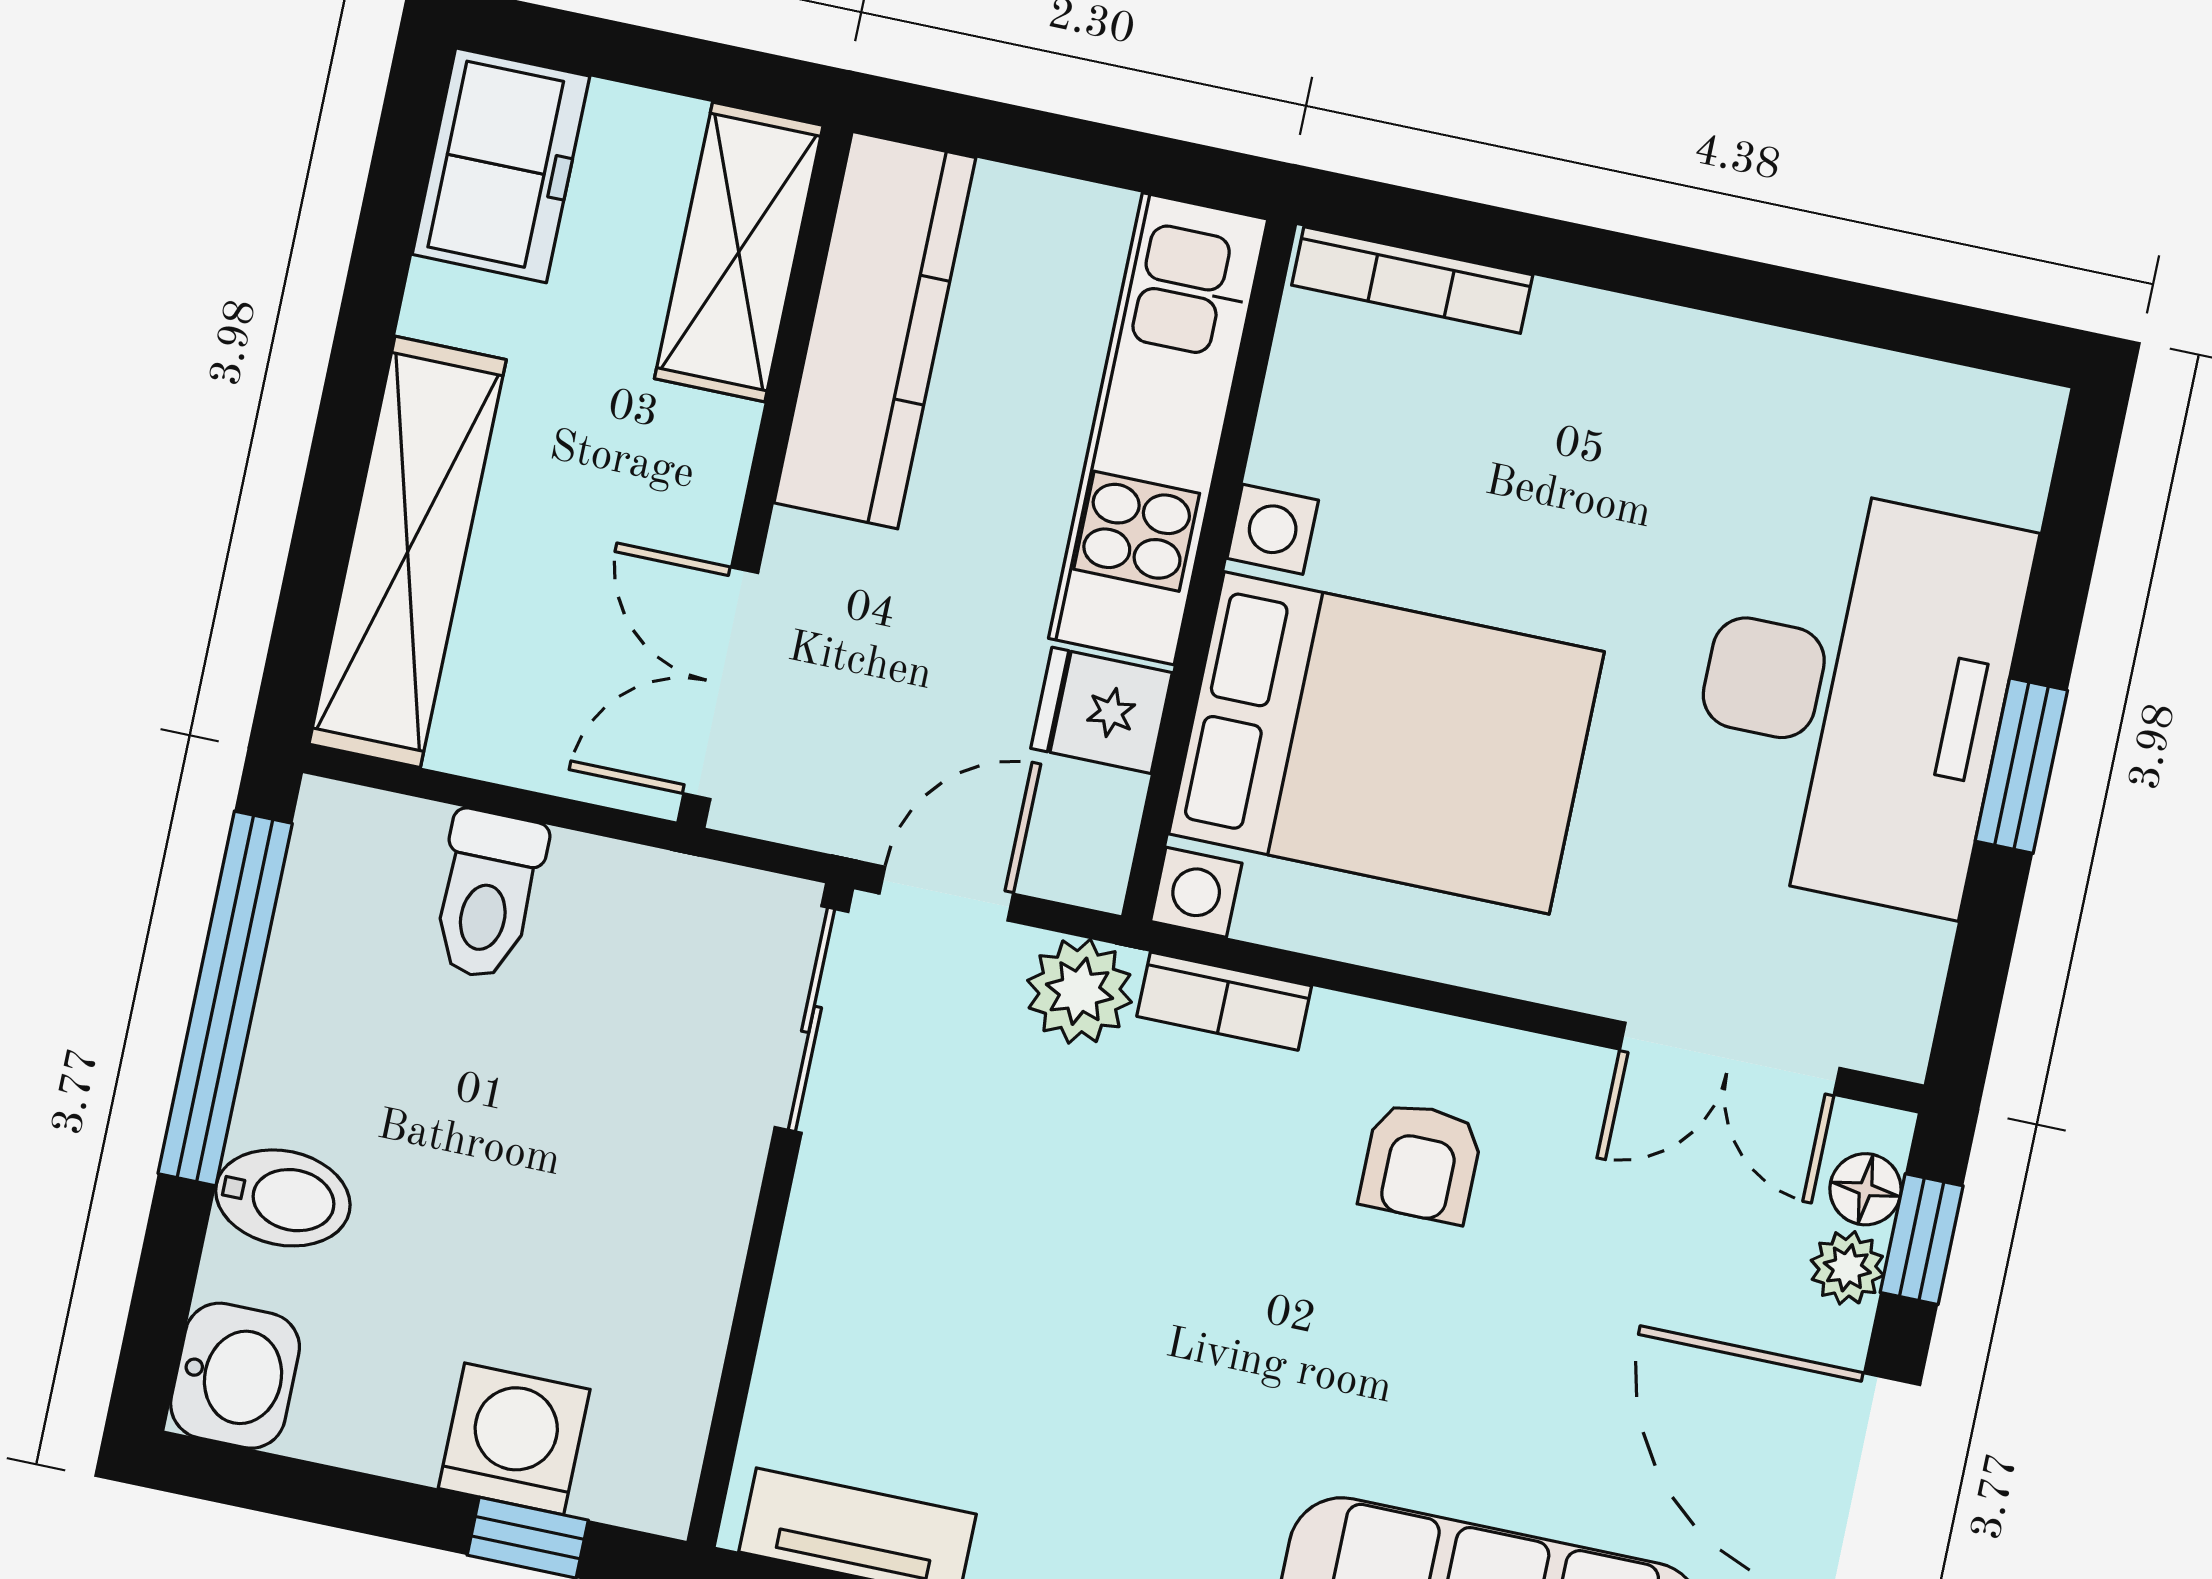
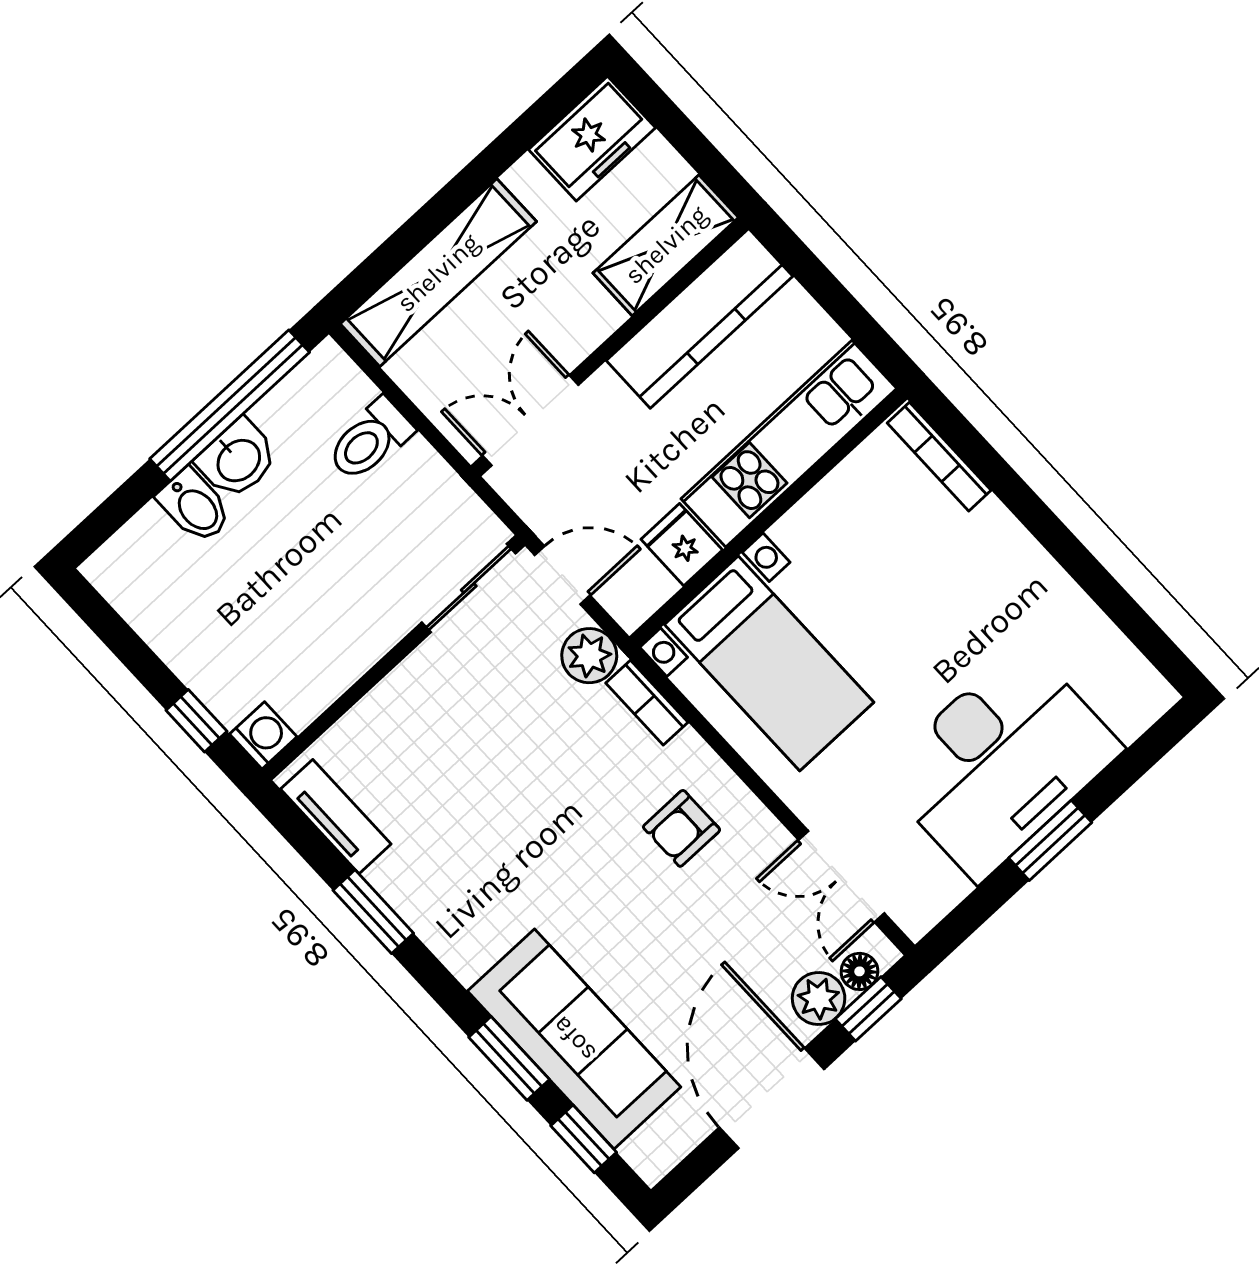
bed with nightstands: (1387, 743) -> (769, 663), width x0.73
plant: (1847, 1268) -> (819, 999), width x1.38, depth x1.38
washbasin: (235, 1376) -> (238, 459), moved
washing machine: (514, 1439) -> (263, 735), moved, width x0.73, depth x0.73

